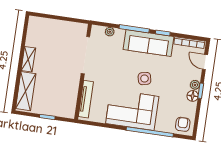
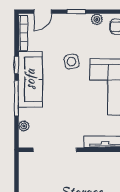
side table: (144, 79) -> (71, 62), moved
plant: (195, 85) -> (97, 19), moved
floor lamp: (193, 96) -> (84, 20), removed

